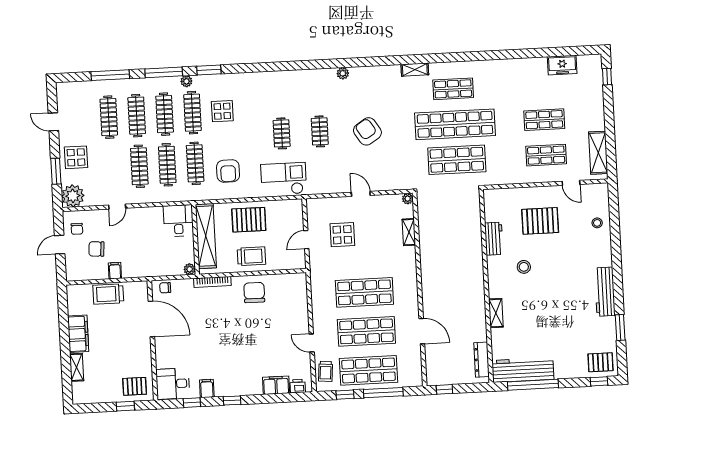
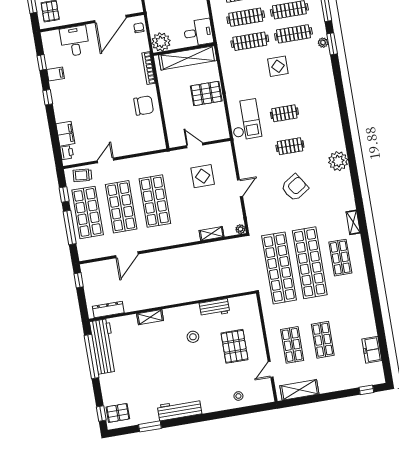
plant: (343, 73) -> (338, 161), width x1.88, depth x1.88
plant: (186, 81) -> (323, 43), moved
display table: (222, 111) -> (278, 66), moved
shop shelf: (457, 160) -> (279, 268), width x1.40
armchair: (228, 171) -> (246, 71), removed
pallet: (249, 220) -> (206, 93), turned 90
trolley: (251, 256) -> (175, 99), removed
plant: (190, 269) -> (161, 42), width x1.87, depth x1.87
pallet: (600, 362) -> (118, 413), turned 90
desk: (173, 384) -> (75, 41), moved

